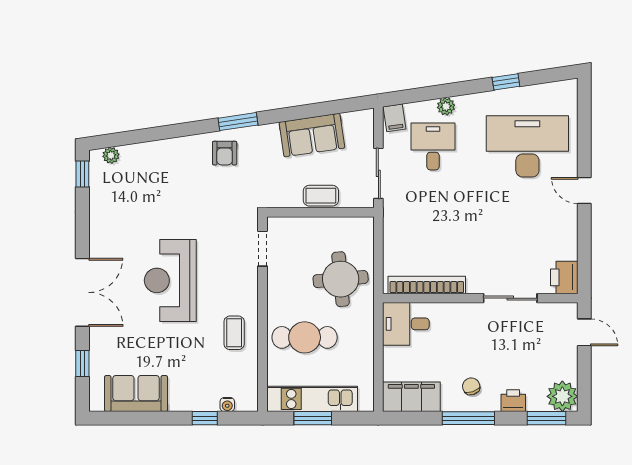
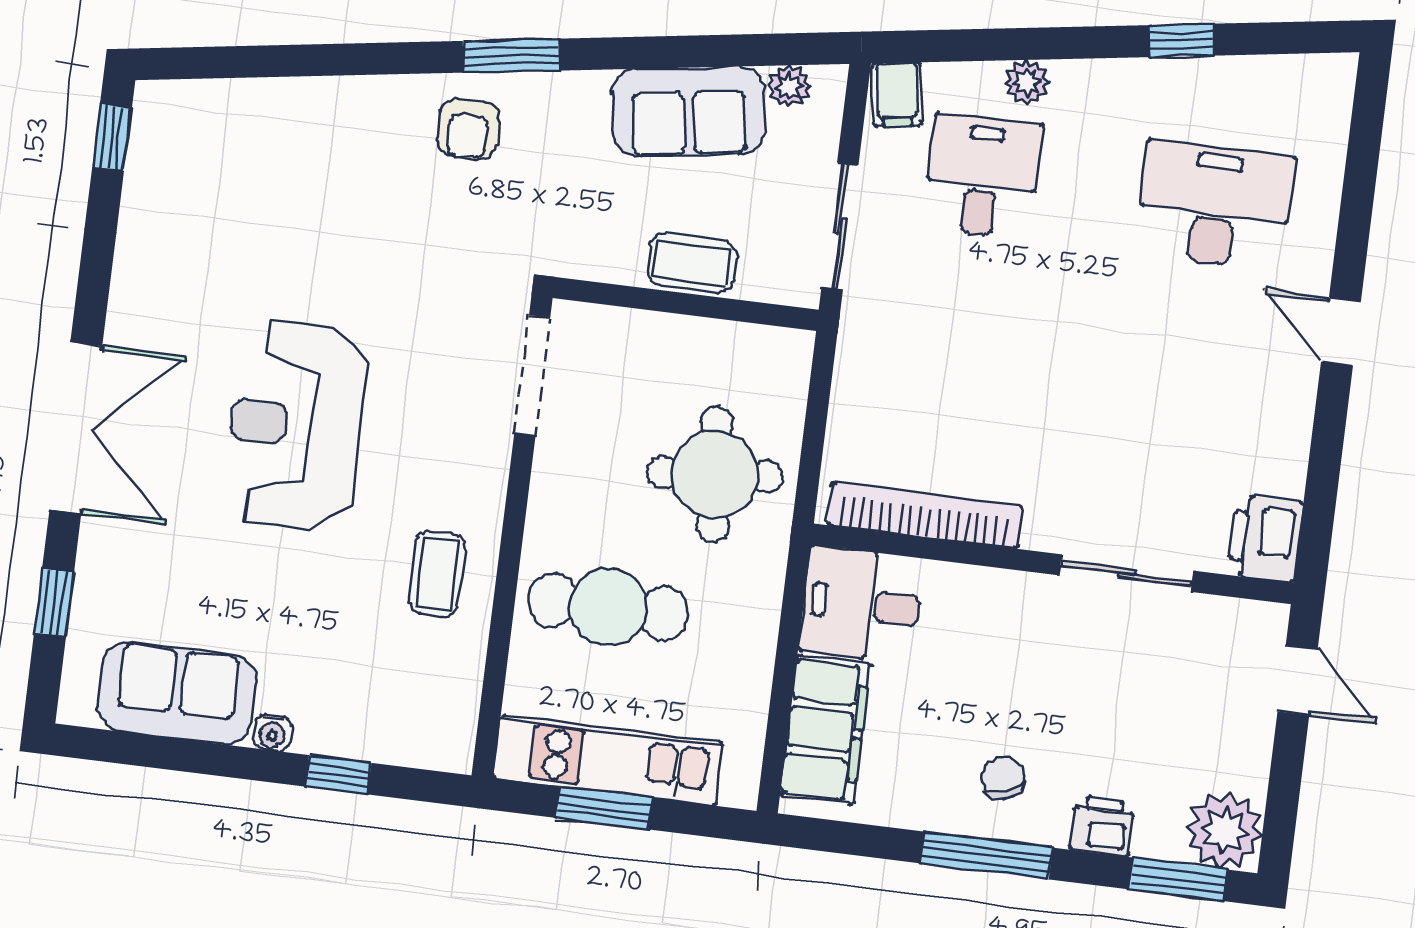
desk: (527, 146) -> (1215, 205), width x0.73, depth x0.77
plant: (111, 155) -> (789, 86), moved
doorway: (262, 249) -> (532, 376), width x1.38
filing cabinet: (411, 397) -> (825, 730), moved, turned 90
water cooler: (227, 405) -> (273, 733), moved

